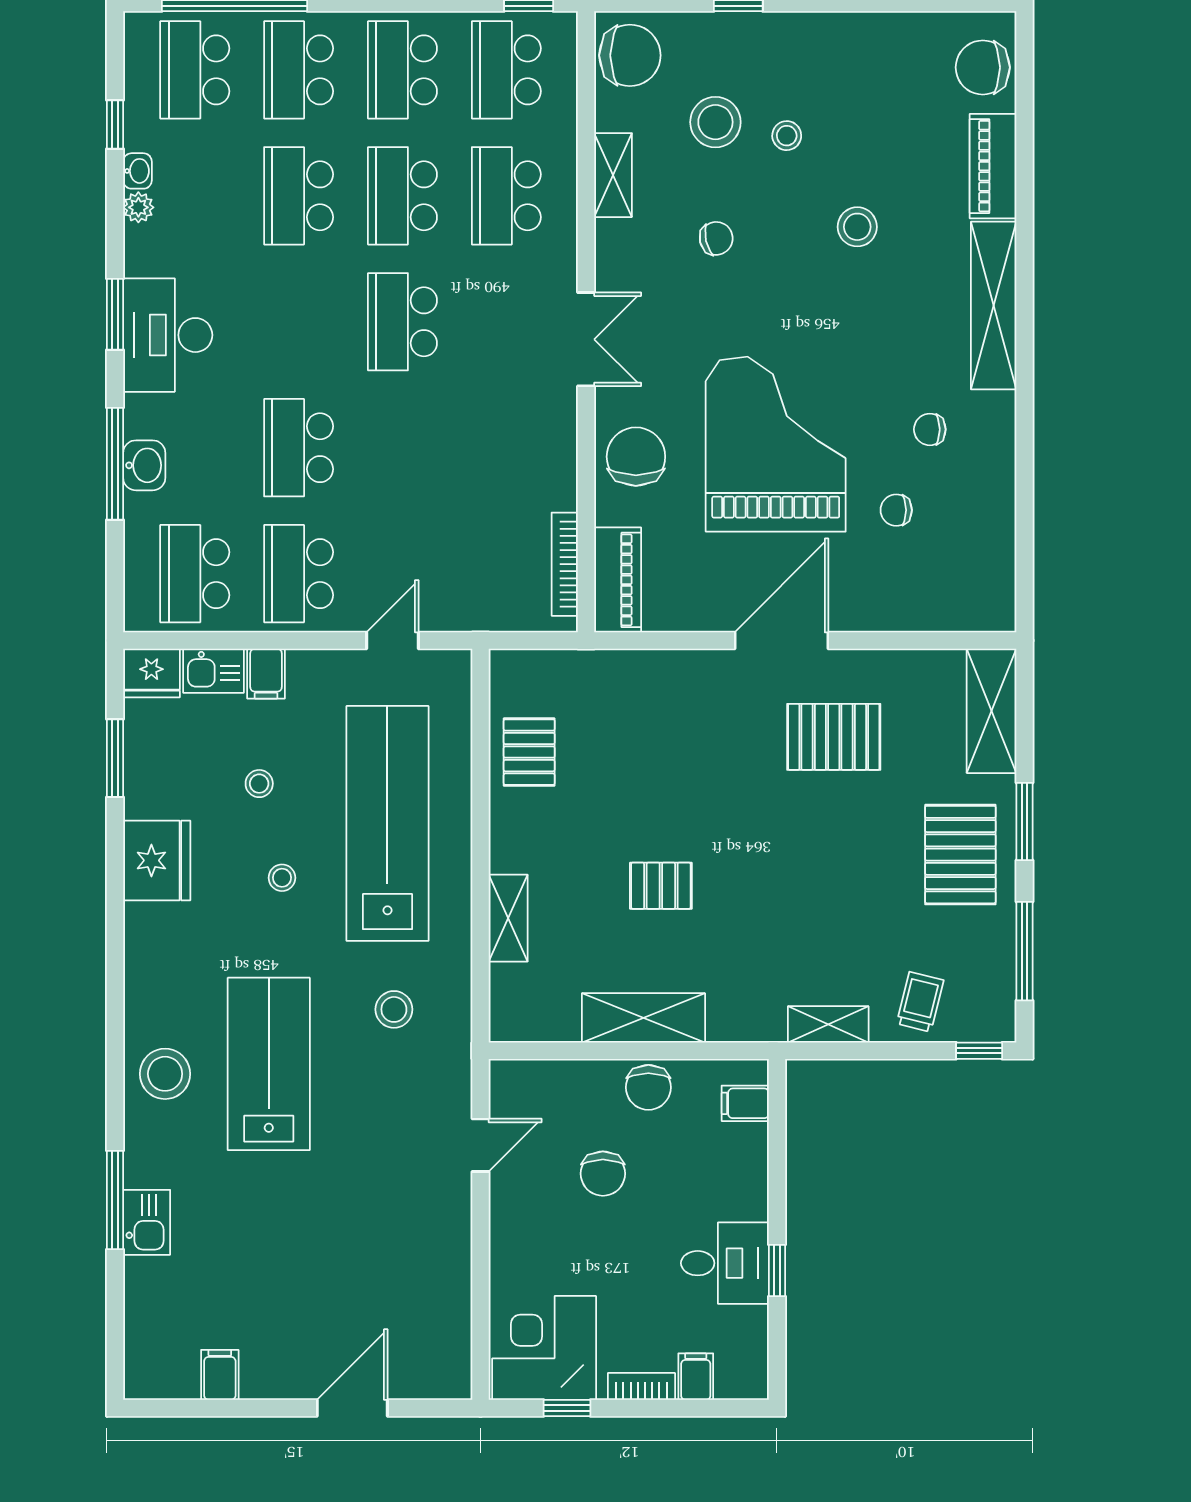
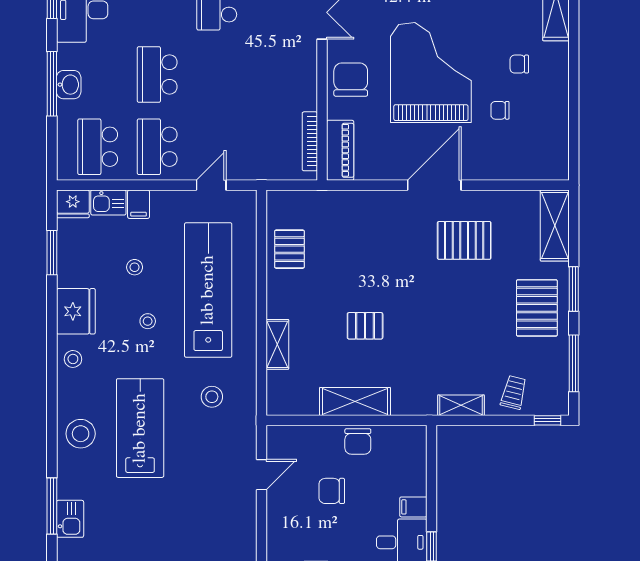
stool: (152, 944) -> (73, 359), added
filing cabinet: (745, 1103) -> (413, 507), moved
chair: (603, 1174) -> (332, 491), turned 90

